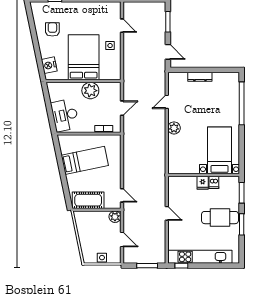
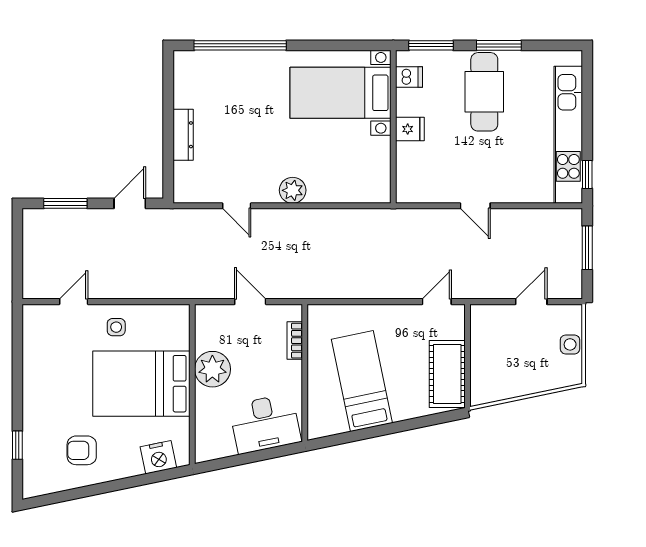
dishwasher: (214, 182) -> (409, 77), moved
door: (167, 213) -> (475, 206), swing flipped
plant: (115, 217) -> (482, 317), removed

